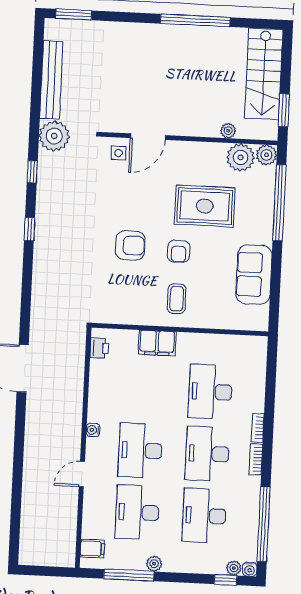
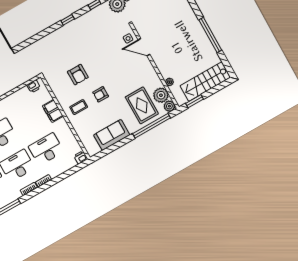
rug: (205, 206) -> (142, 105), moved
armchair: (130, 245) -> (78, 75), moved
printer: (258, 346) -> (81, 157), added

